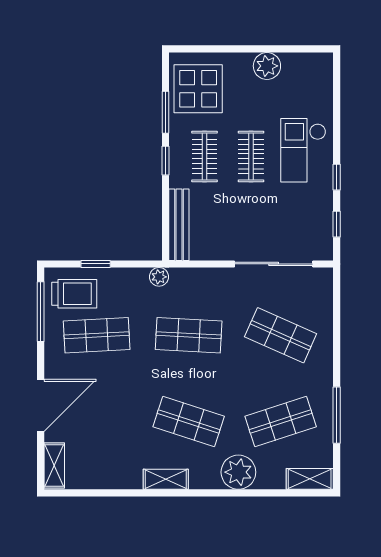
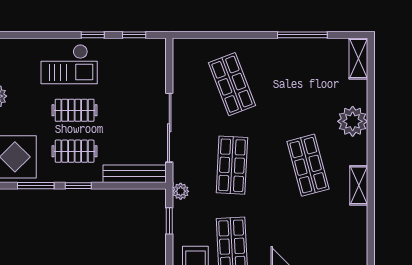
window: (96, 264) -> (169, 221), moved
sliding door: (274, 264) -> (169, 128), moved
shop shelf: (281, 335) -> (232, 84), turned -45
shop shelf: (189, 422) -> (308, 165), turned -33
shop shelf: (281, 422) -> (308, 84), removed

